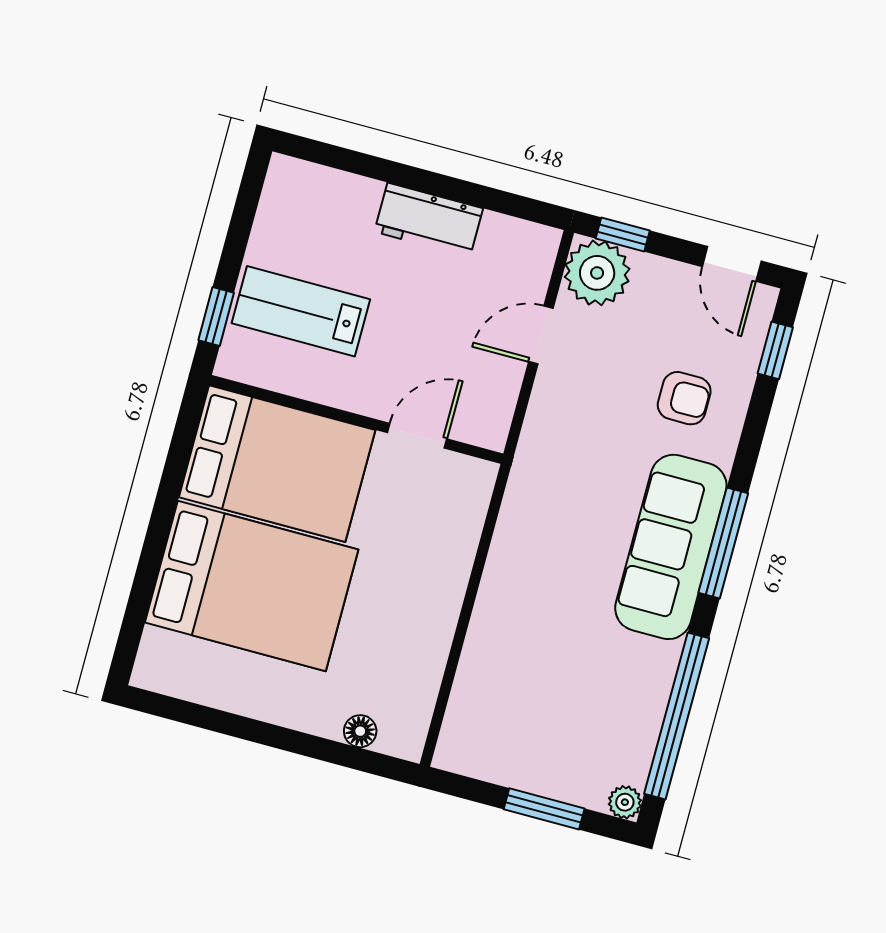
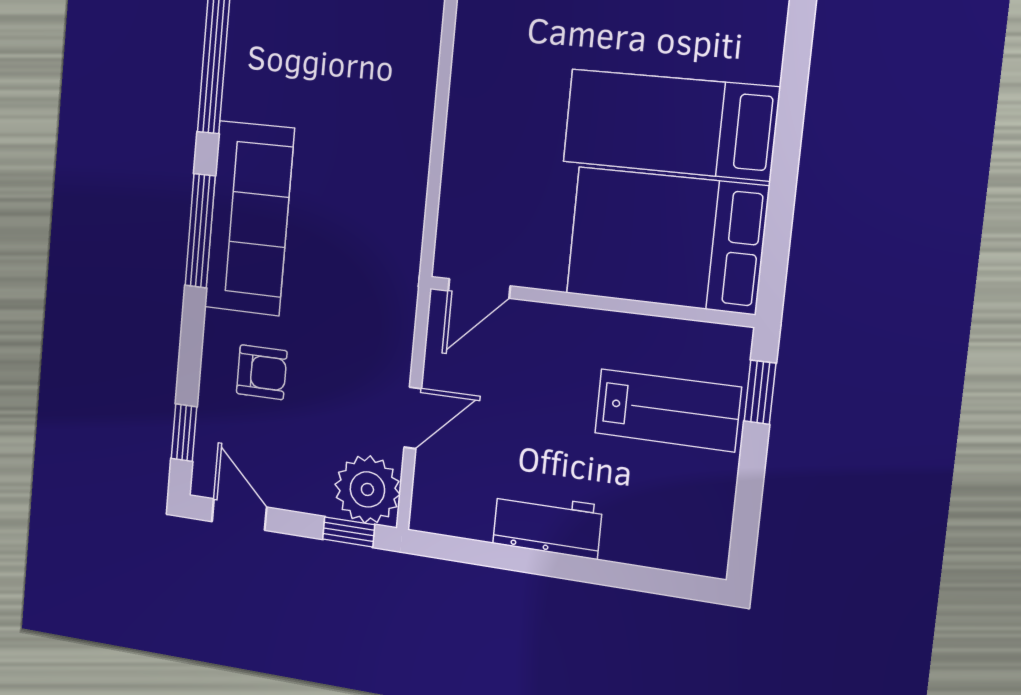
armchair: (684, 398) -> (262, 372), turned 180
door: (417, 436) -> (479, 288), moved
bed: (252, 586) -> (670, 125), width x0.67

